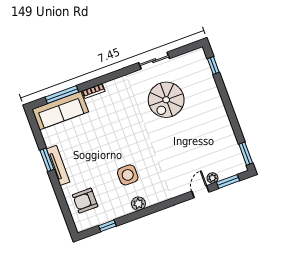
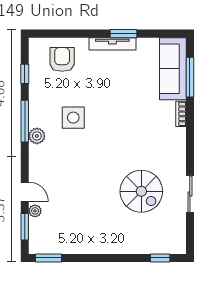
spiral stairs: (166, 100) -> (141, 191), turned 180
plant: (138, 204) -> (37, 136), moved
window: (145, 212) -> (25, 121), added

